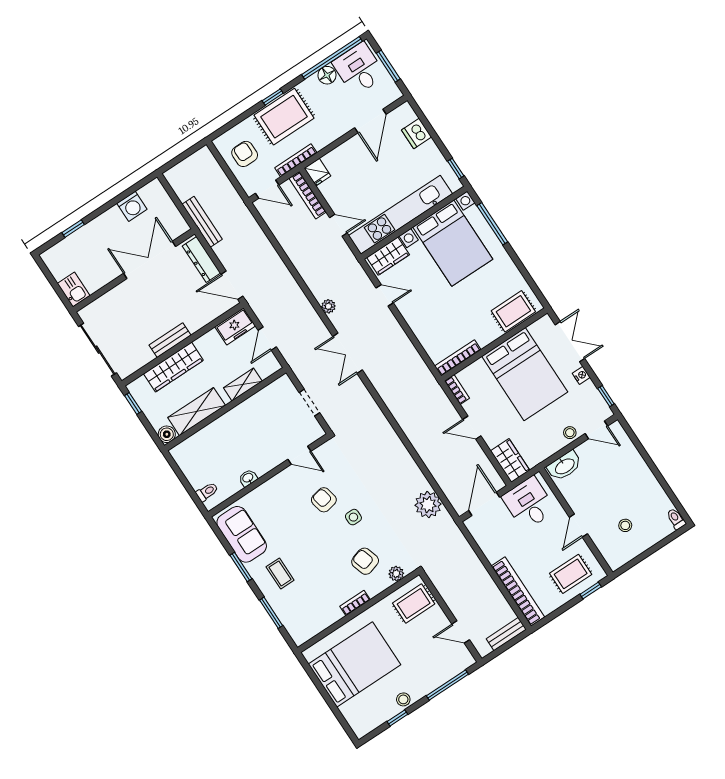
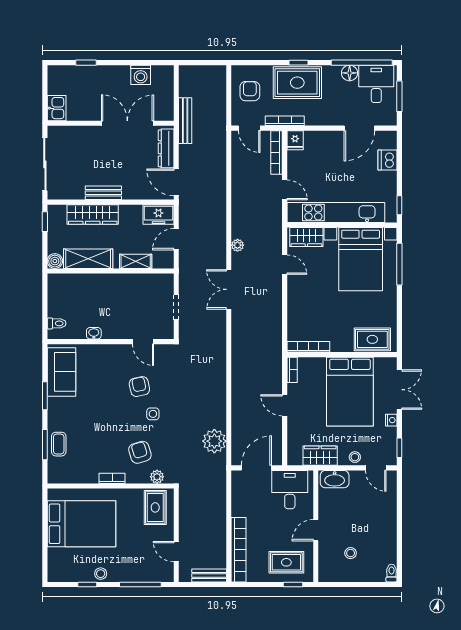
wardrobe: (510, 460) -> (320, 456), moved, turned -90
coffee table: (280, 573) -> (59, 444), moved
rug: (414, 604) -> (155, 507), turned 90

